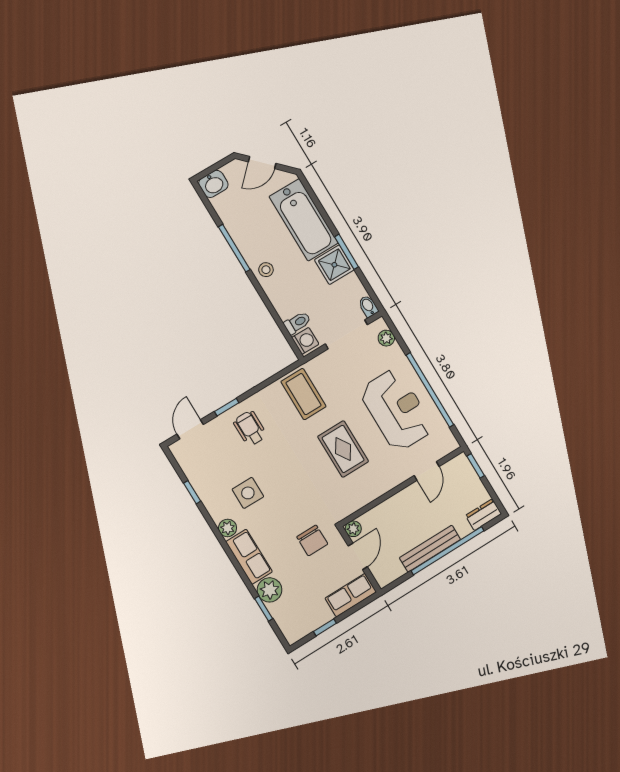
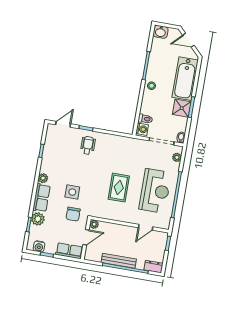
coffee table: (303, 394) -> (122, 150), removed
side table: (248, 493) -> (72, 192), moved
water cooler: (304, 626) -> (39, 246), added

